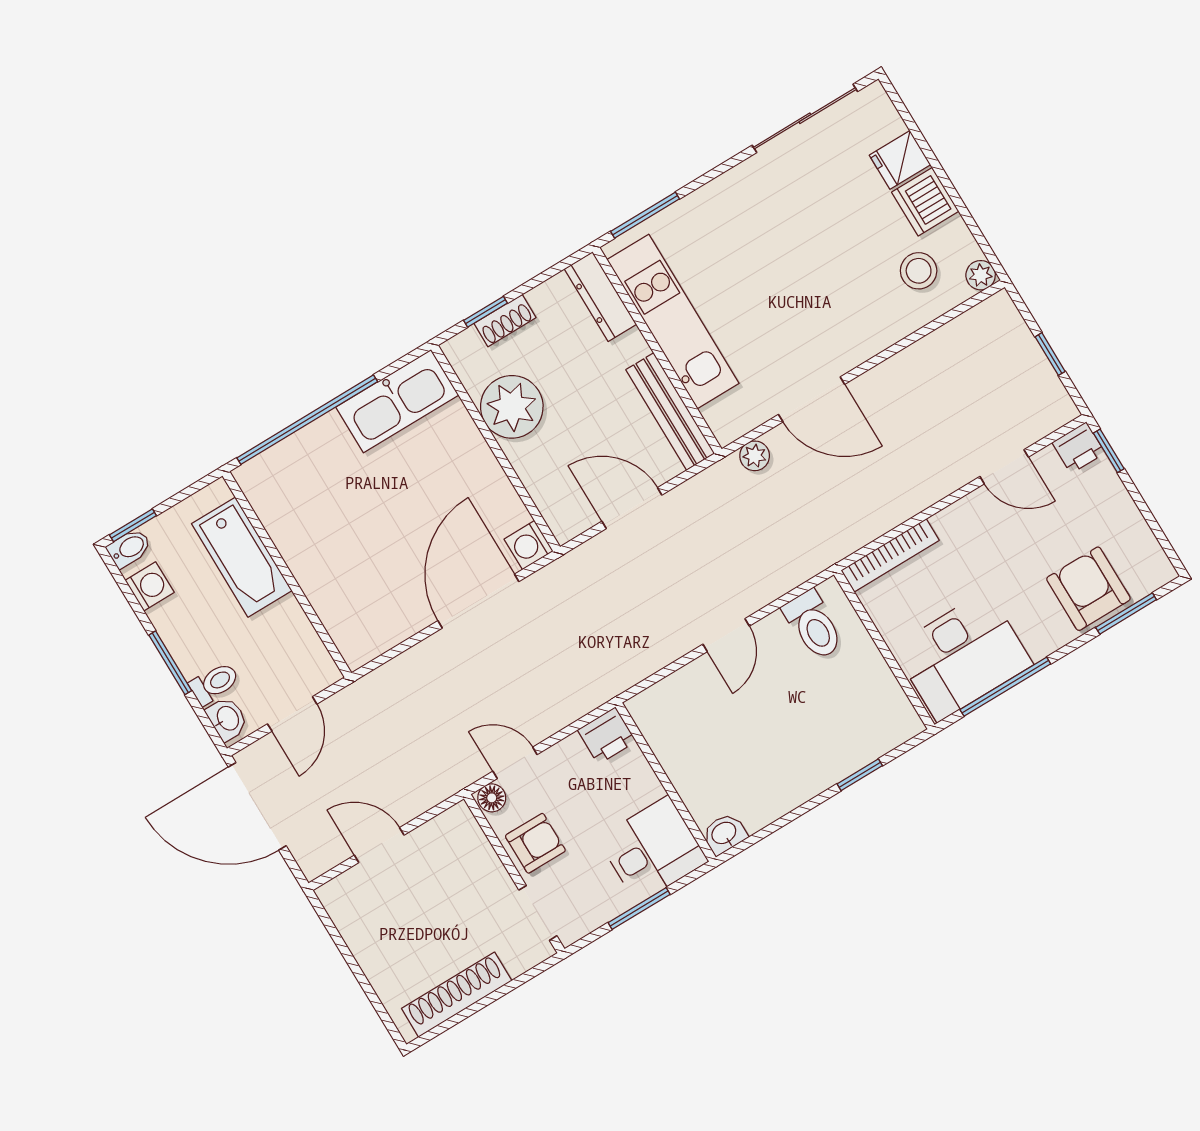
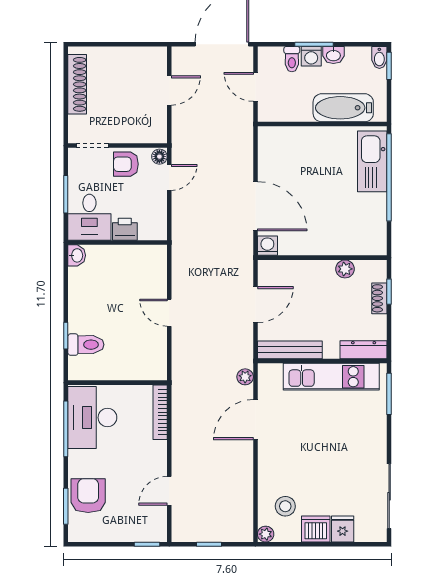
kitchen sink: (397, 401) -> (372, 161), moved
plant: (512, 407) -> (345, 269), width x0.53, depth x0.53
printer: (1079, 448) -> (157, 531), removed
washing machine: (150, 586) -> (311, 56), moved
armchair: (1088, 589) -> (88, 496), turned -90
toilet: (813, 625) -> (86, 345), moved, turned 180
washbasin: (227, 719) -> (333, 55), moved
printer: (607, 736) -> (125, 229), moved, turned 90
armchair: (535, 843) -> (126, 164), turned 90

